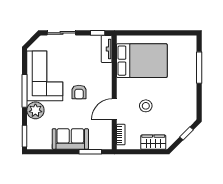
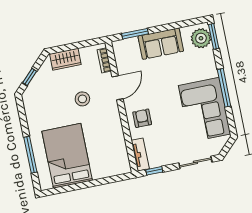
bed: (142, 61) -> (67, 156), moved, turned 90
armchair: (79, 92) -> (142, 118), moved
plant: (35, 110) -> (201, 38), moved

